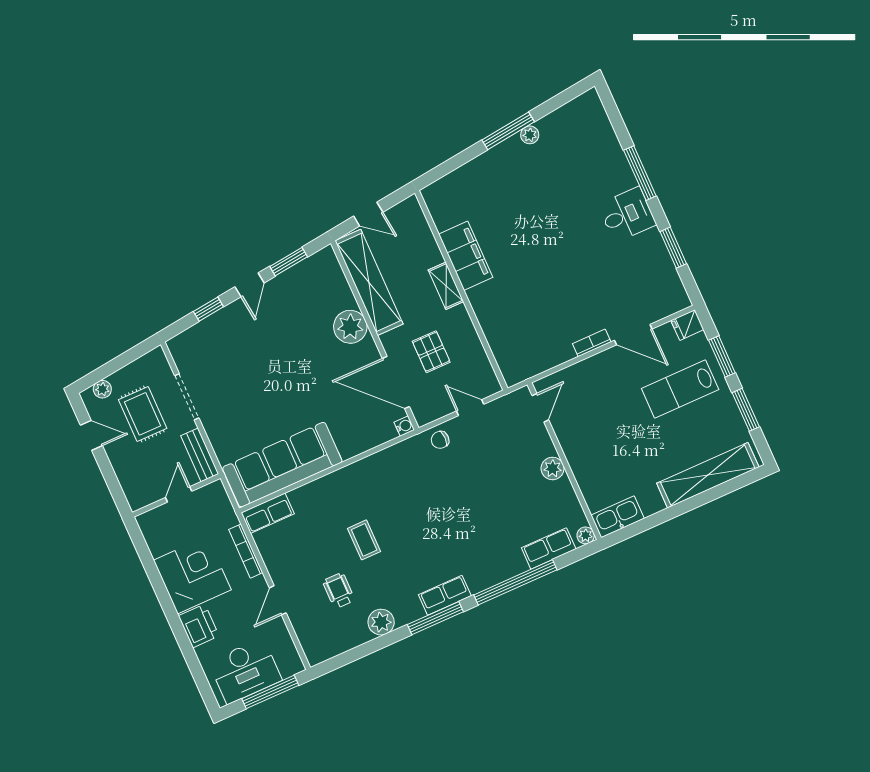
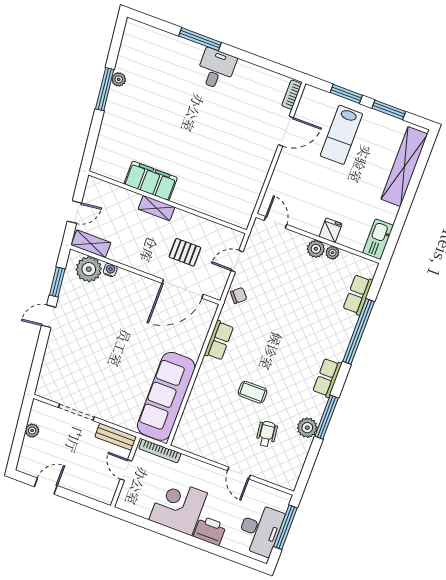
window: (673, 248) -> (259, 61), removed
shelving: (369, 282) -> (91, 244), width x0.45, depth x0.75
door: (249, 285) -> (49, 316), swing flipped
window: (208, 309) -> (40, 352), removed
fridge: (687, 325) -> (331, 230), moved, turned 180
plant: (350, 327) -> (89, 269), moved
bookcase: (592, 343) -> (292, 95), moved
plant: (102, 389) -> (32, 431), moved
rug: (143, 414) -> (62, 446), removed
water cooler: (404, 426) -> (110, 270), moved
chair: (440, 440) -> (239, 296), turned -130
row of seats: (268, 513) -> (219, 340), moved
plant: (586, 535) -> (332, 253), moved
bookcase: (246, 551) -> (160, 451), moved
wheelchair: (339, 591) -> (267, 434), turned 83
window: (435, 618) -> (327, 417), moved

